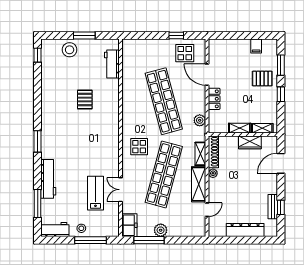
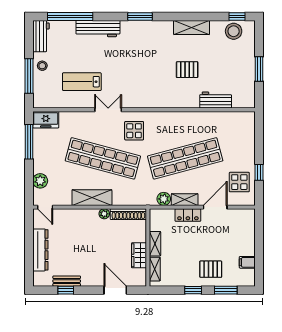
stool: (70, 50) -> (234, 31), moved
workbench: (112, 64) -> (216, 100), moved
pallet: (262, 79) -> (211, 269), turned 90
shelving: (47, 96) -> (192, 27), added
shelving: (200, 154) -> (185, 200), moved
double door: (120, 190) -> (108, 110), moved
lab bench: (95, 193) -> (82, 82), turned 180
window: (38, 204) -> (70, 16), width x1.46
door: (207, 210) -> (45, 207), moved
plant: (161, 230) -> (40, 181), moved

